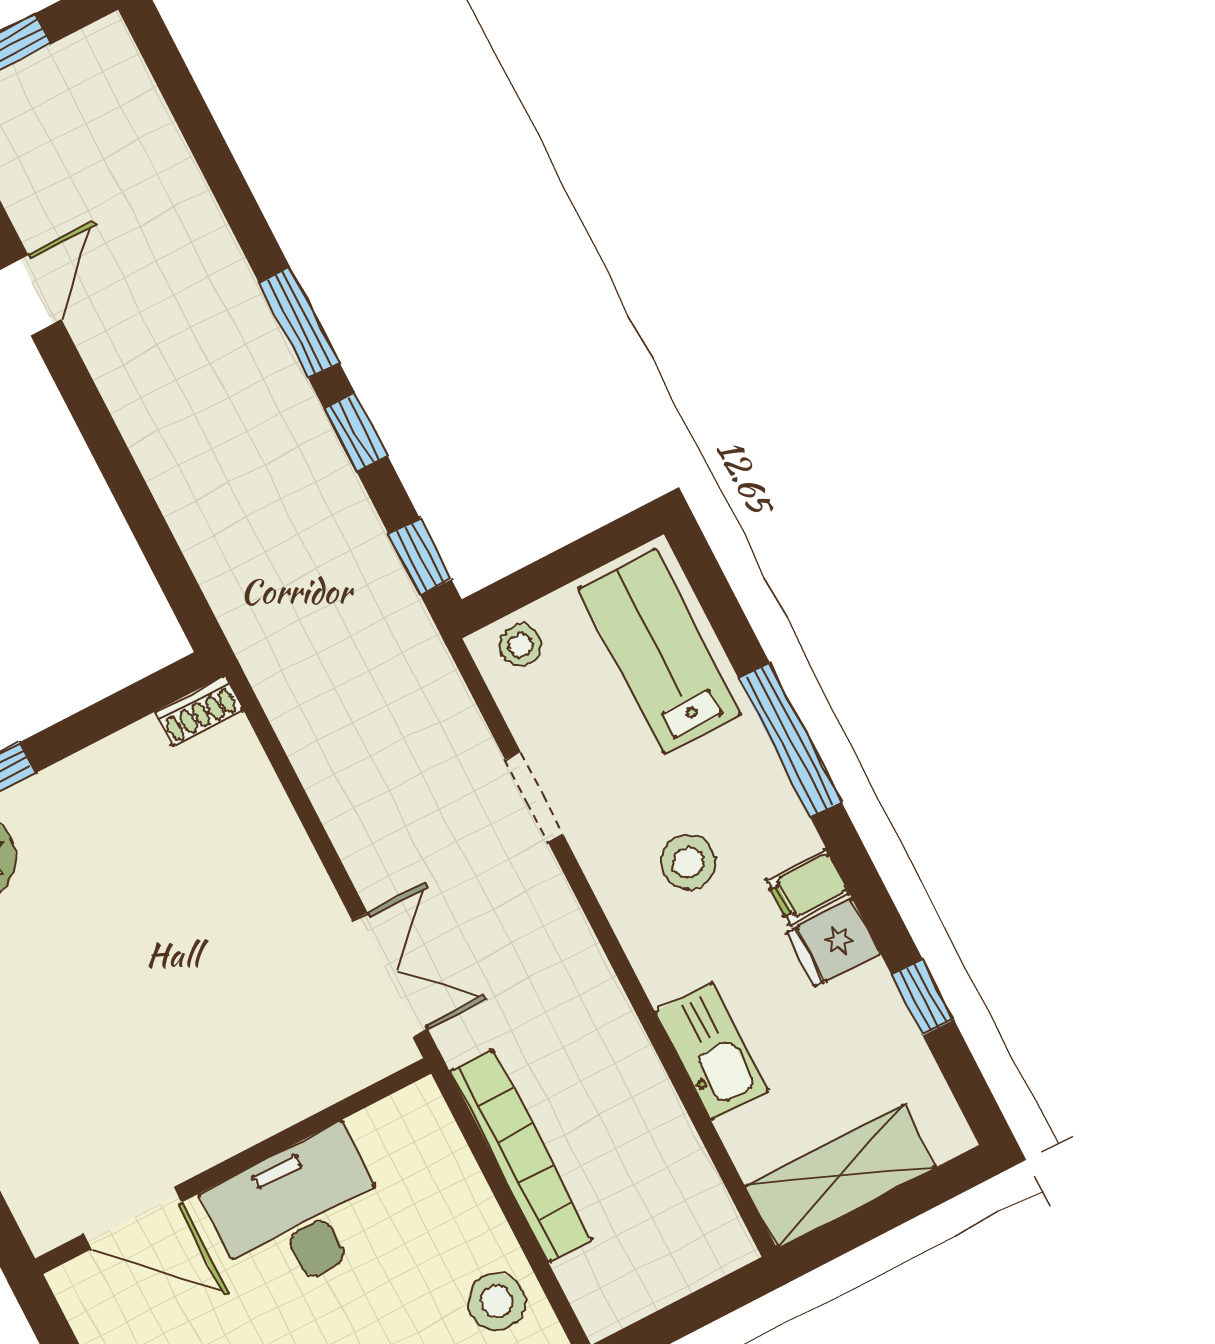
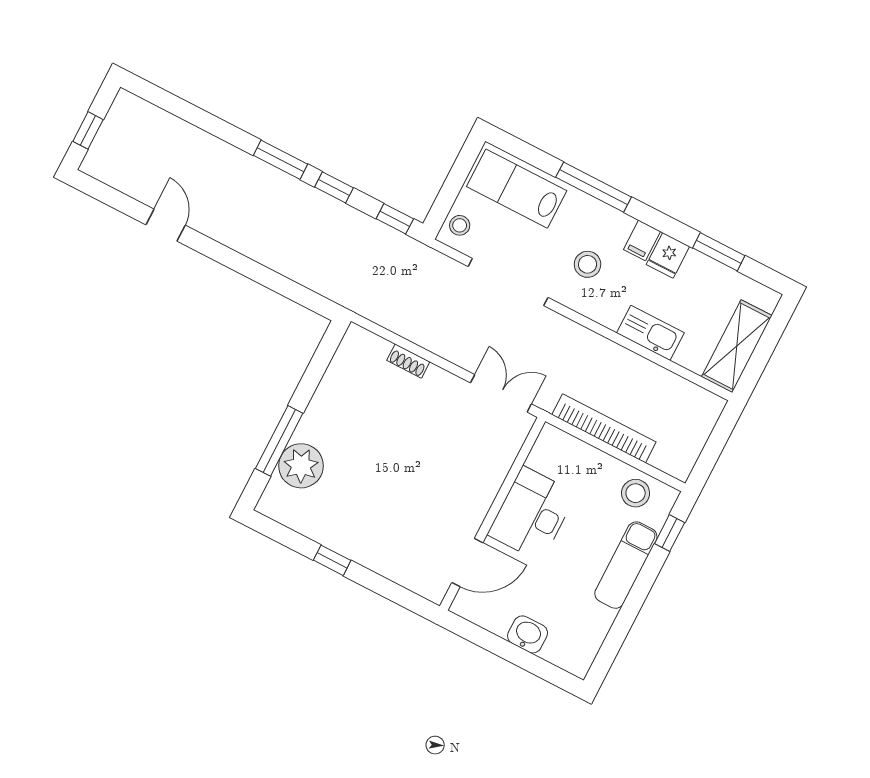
shoe rack: (199, 711) -> (408, 361), moved, turned 90
doorway: (534, 797) -> (508, 282), width x1.87
window: (923, 997) -> (719, 252), width x1.50

